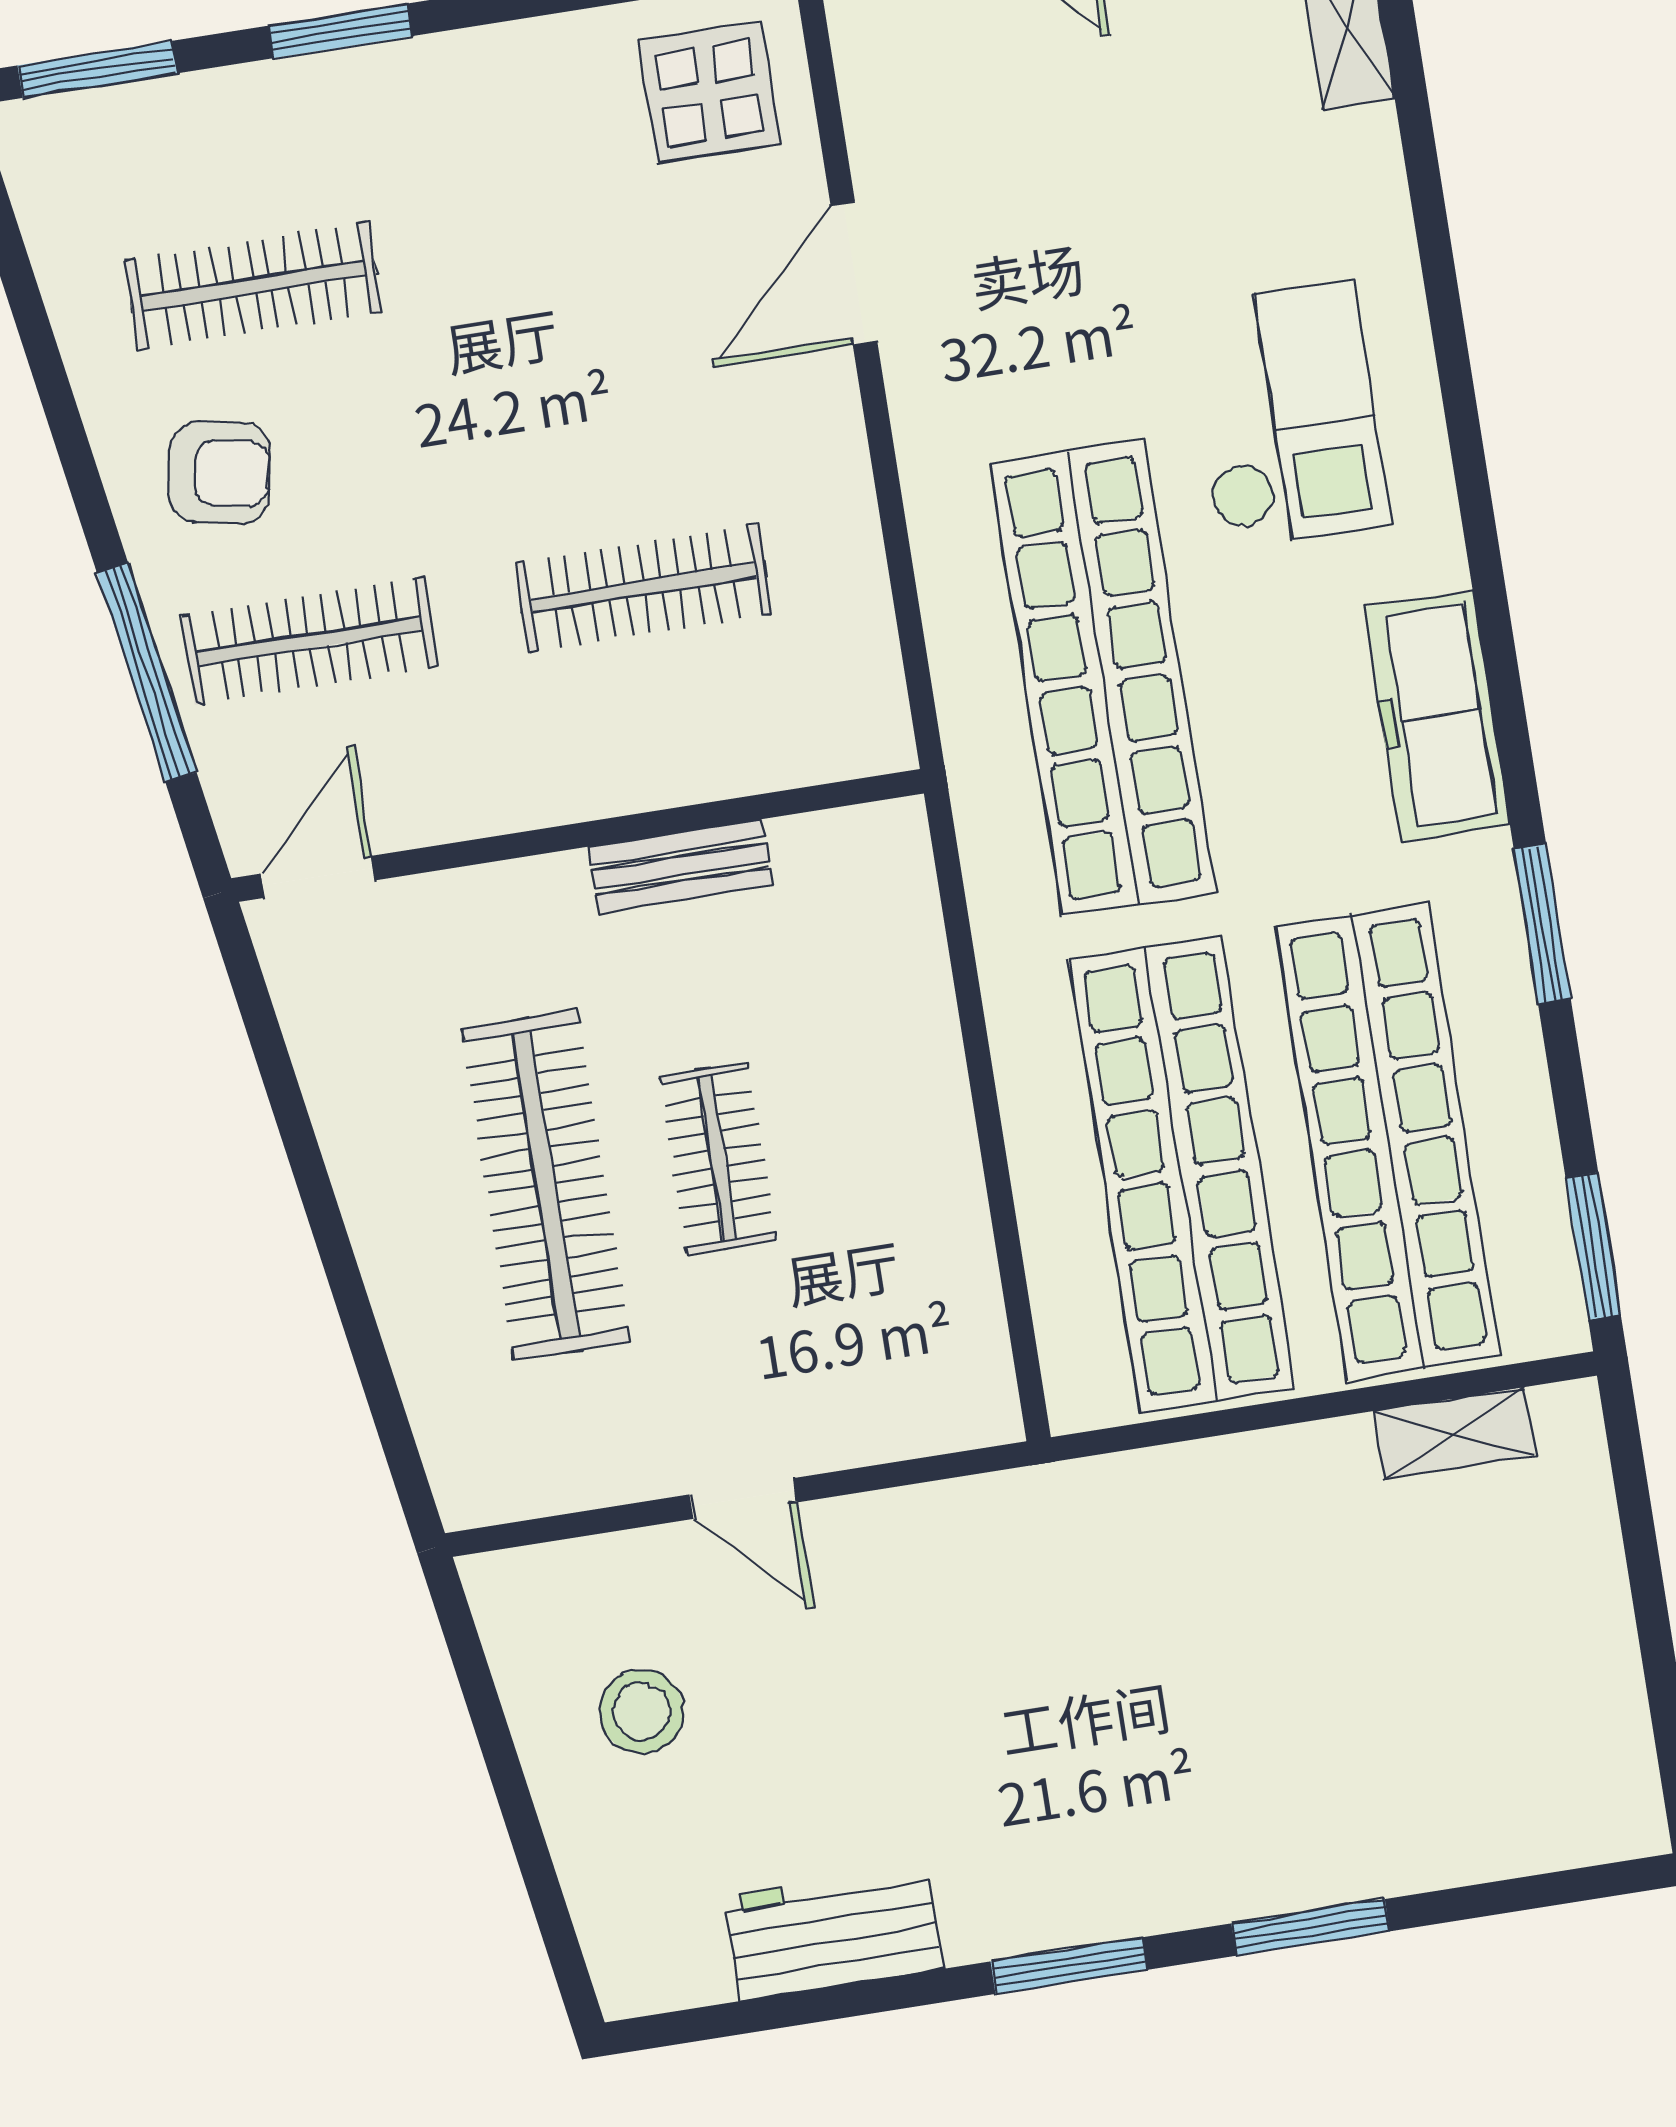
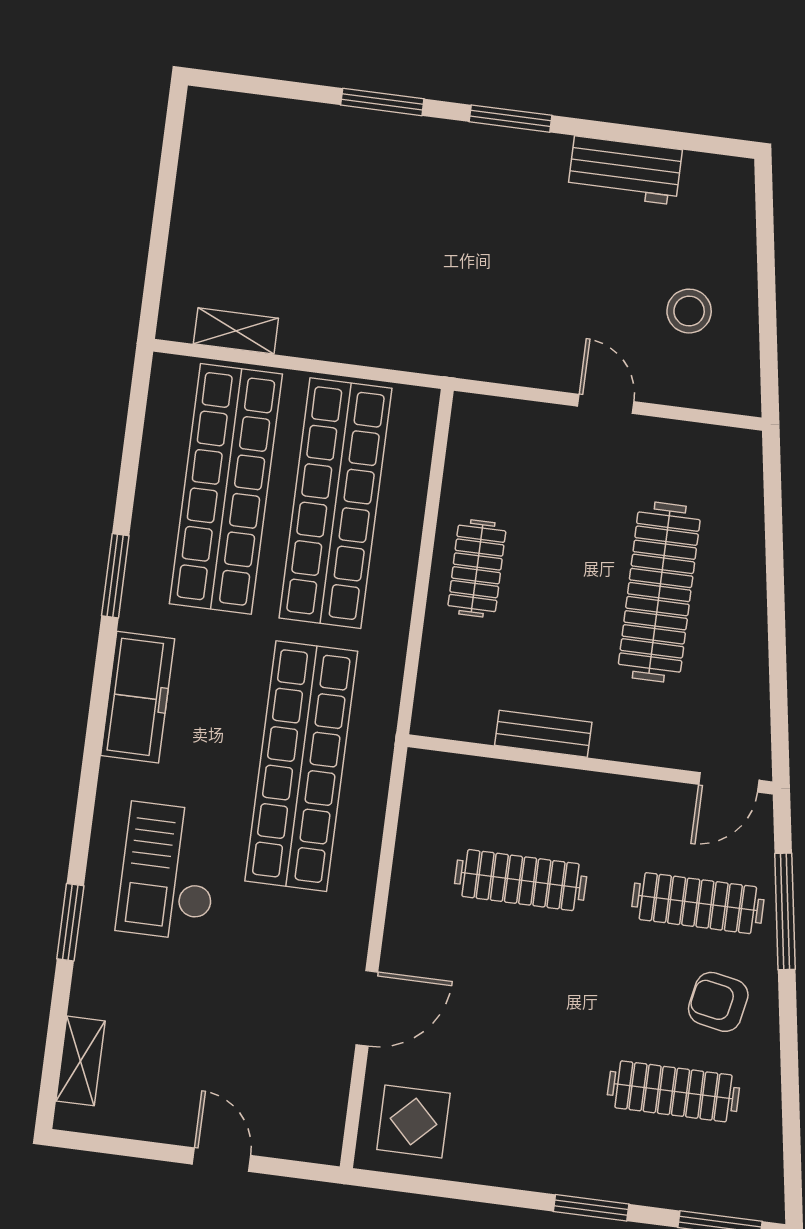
clothes rail: (718, 1158) -> (477, 568), moved
window: (1593, 1246) -> (70, 922), moved

